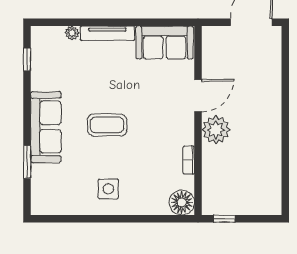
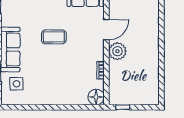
coffee table: (107, 125) -> (54, 37), moved
side table: (108, 189) -> (16, 84), moved

